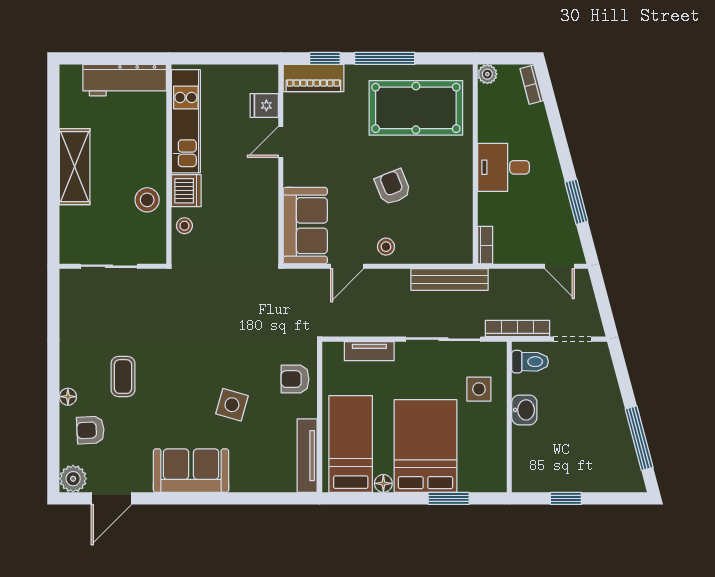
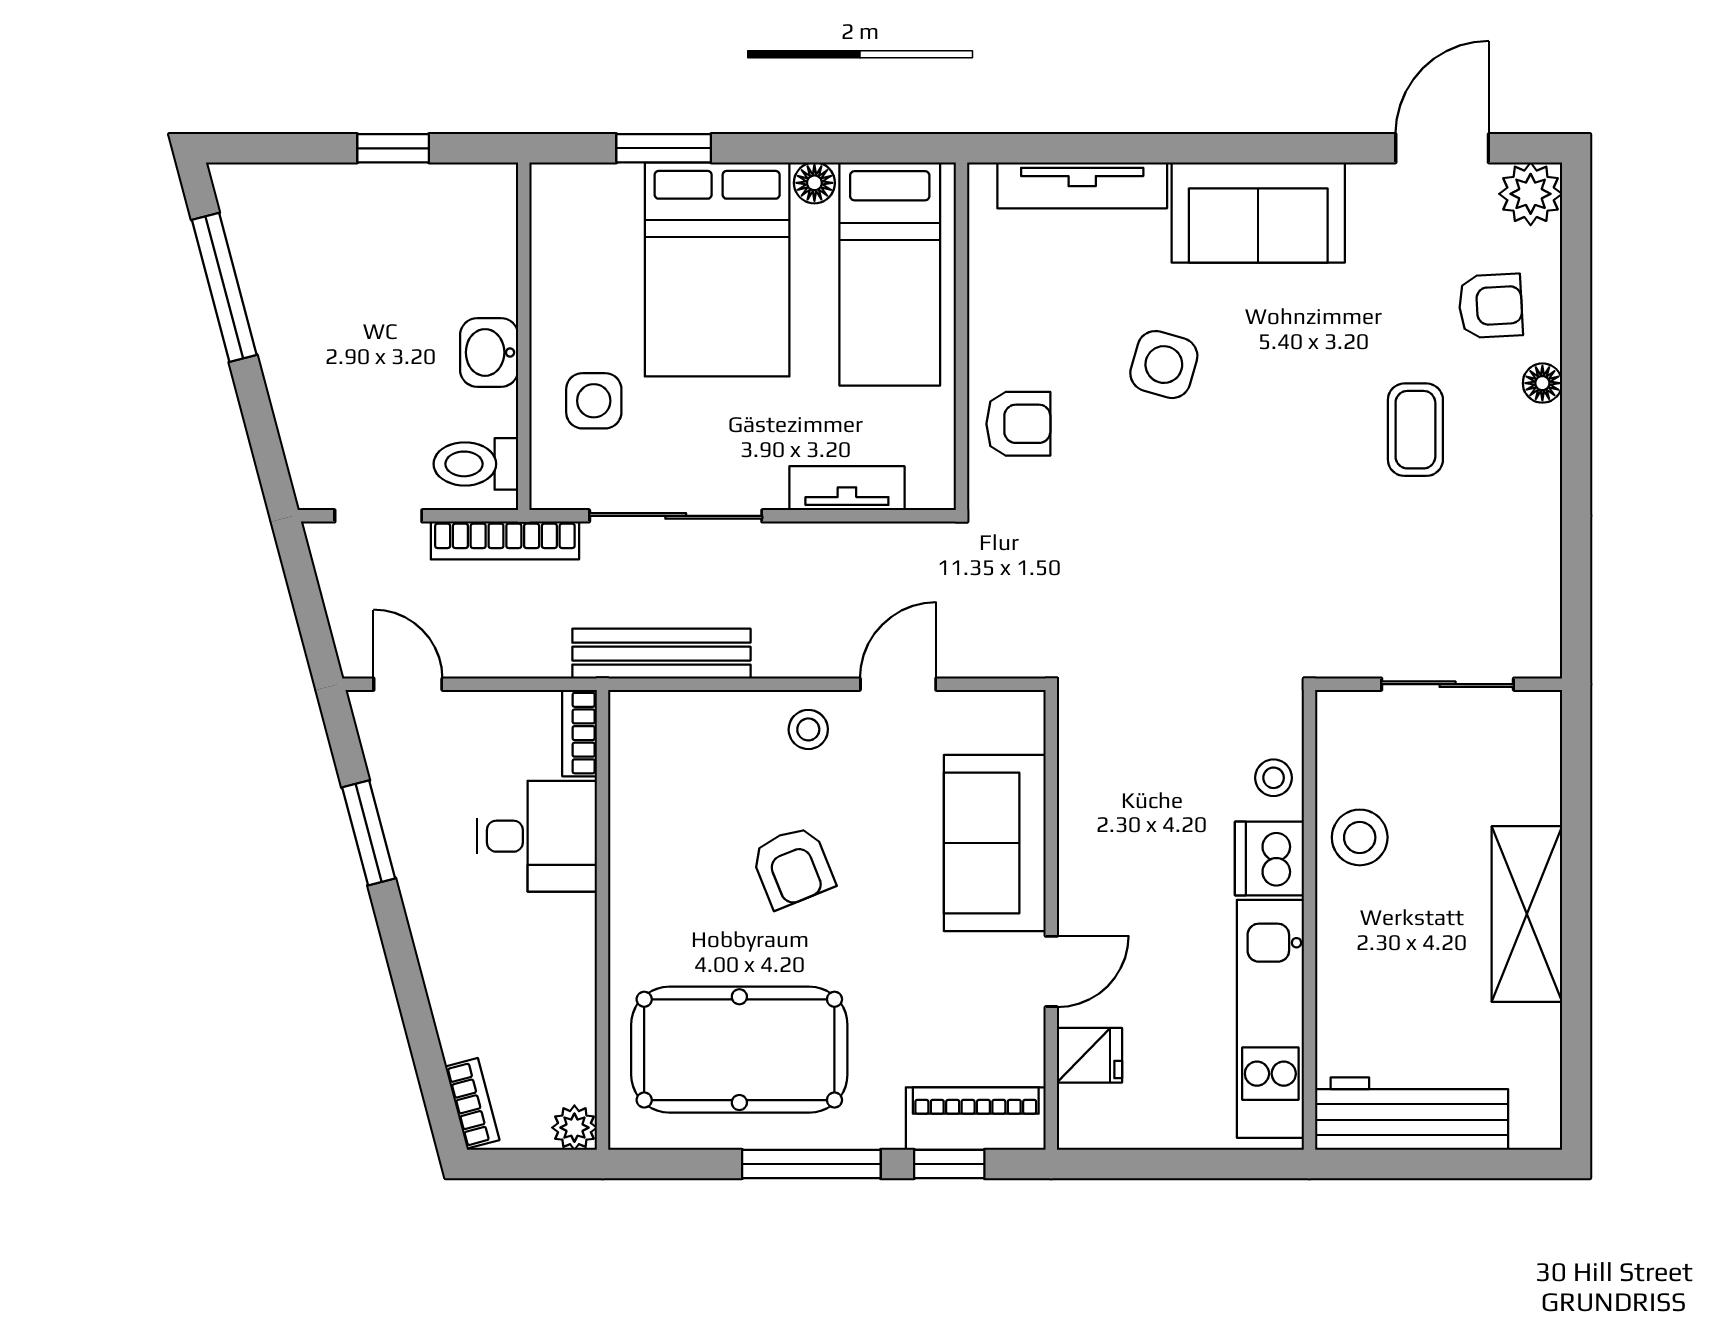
desk: (504, 167) -> (537, 836), moved
sofa: (305, 226) -> (995, 843), moved
tv unit: (307, 456) -> (1082, 185), moved, turned 90

